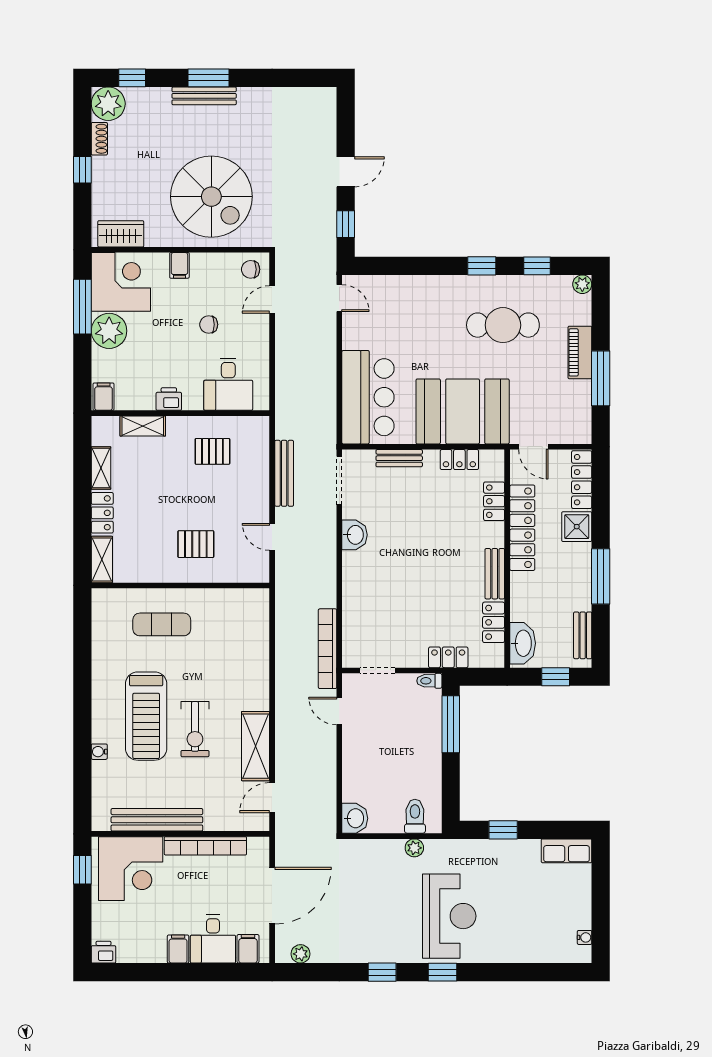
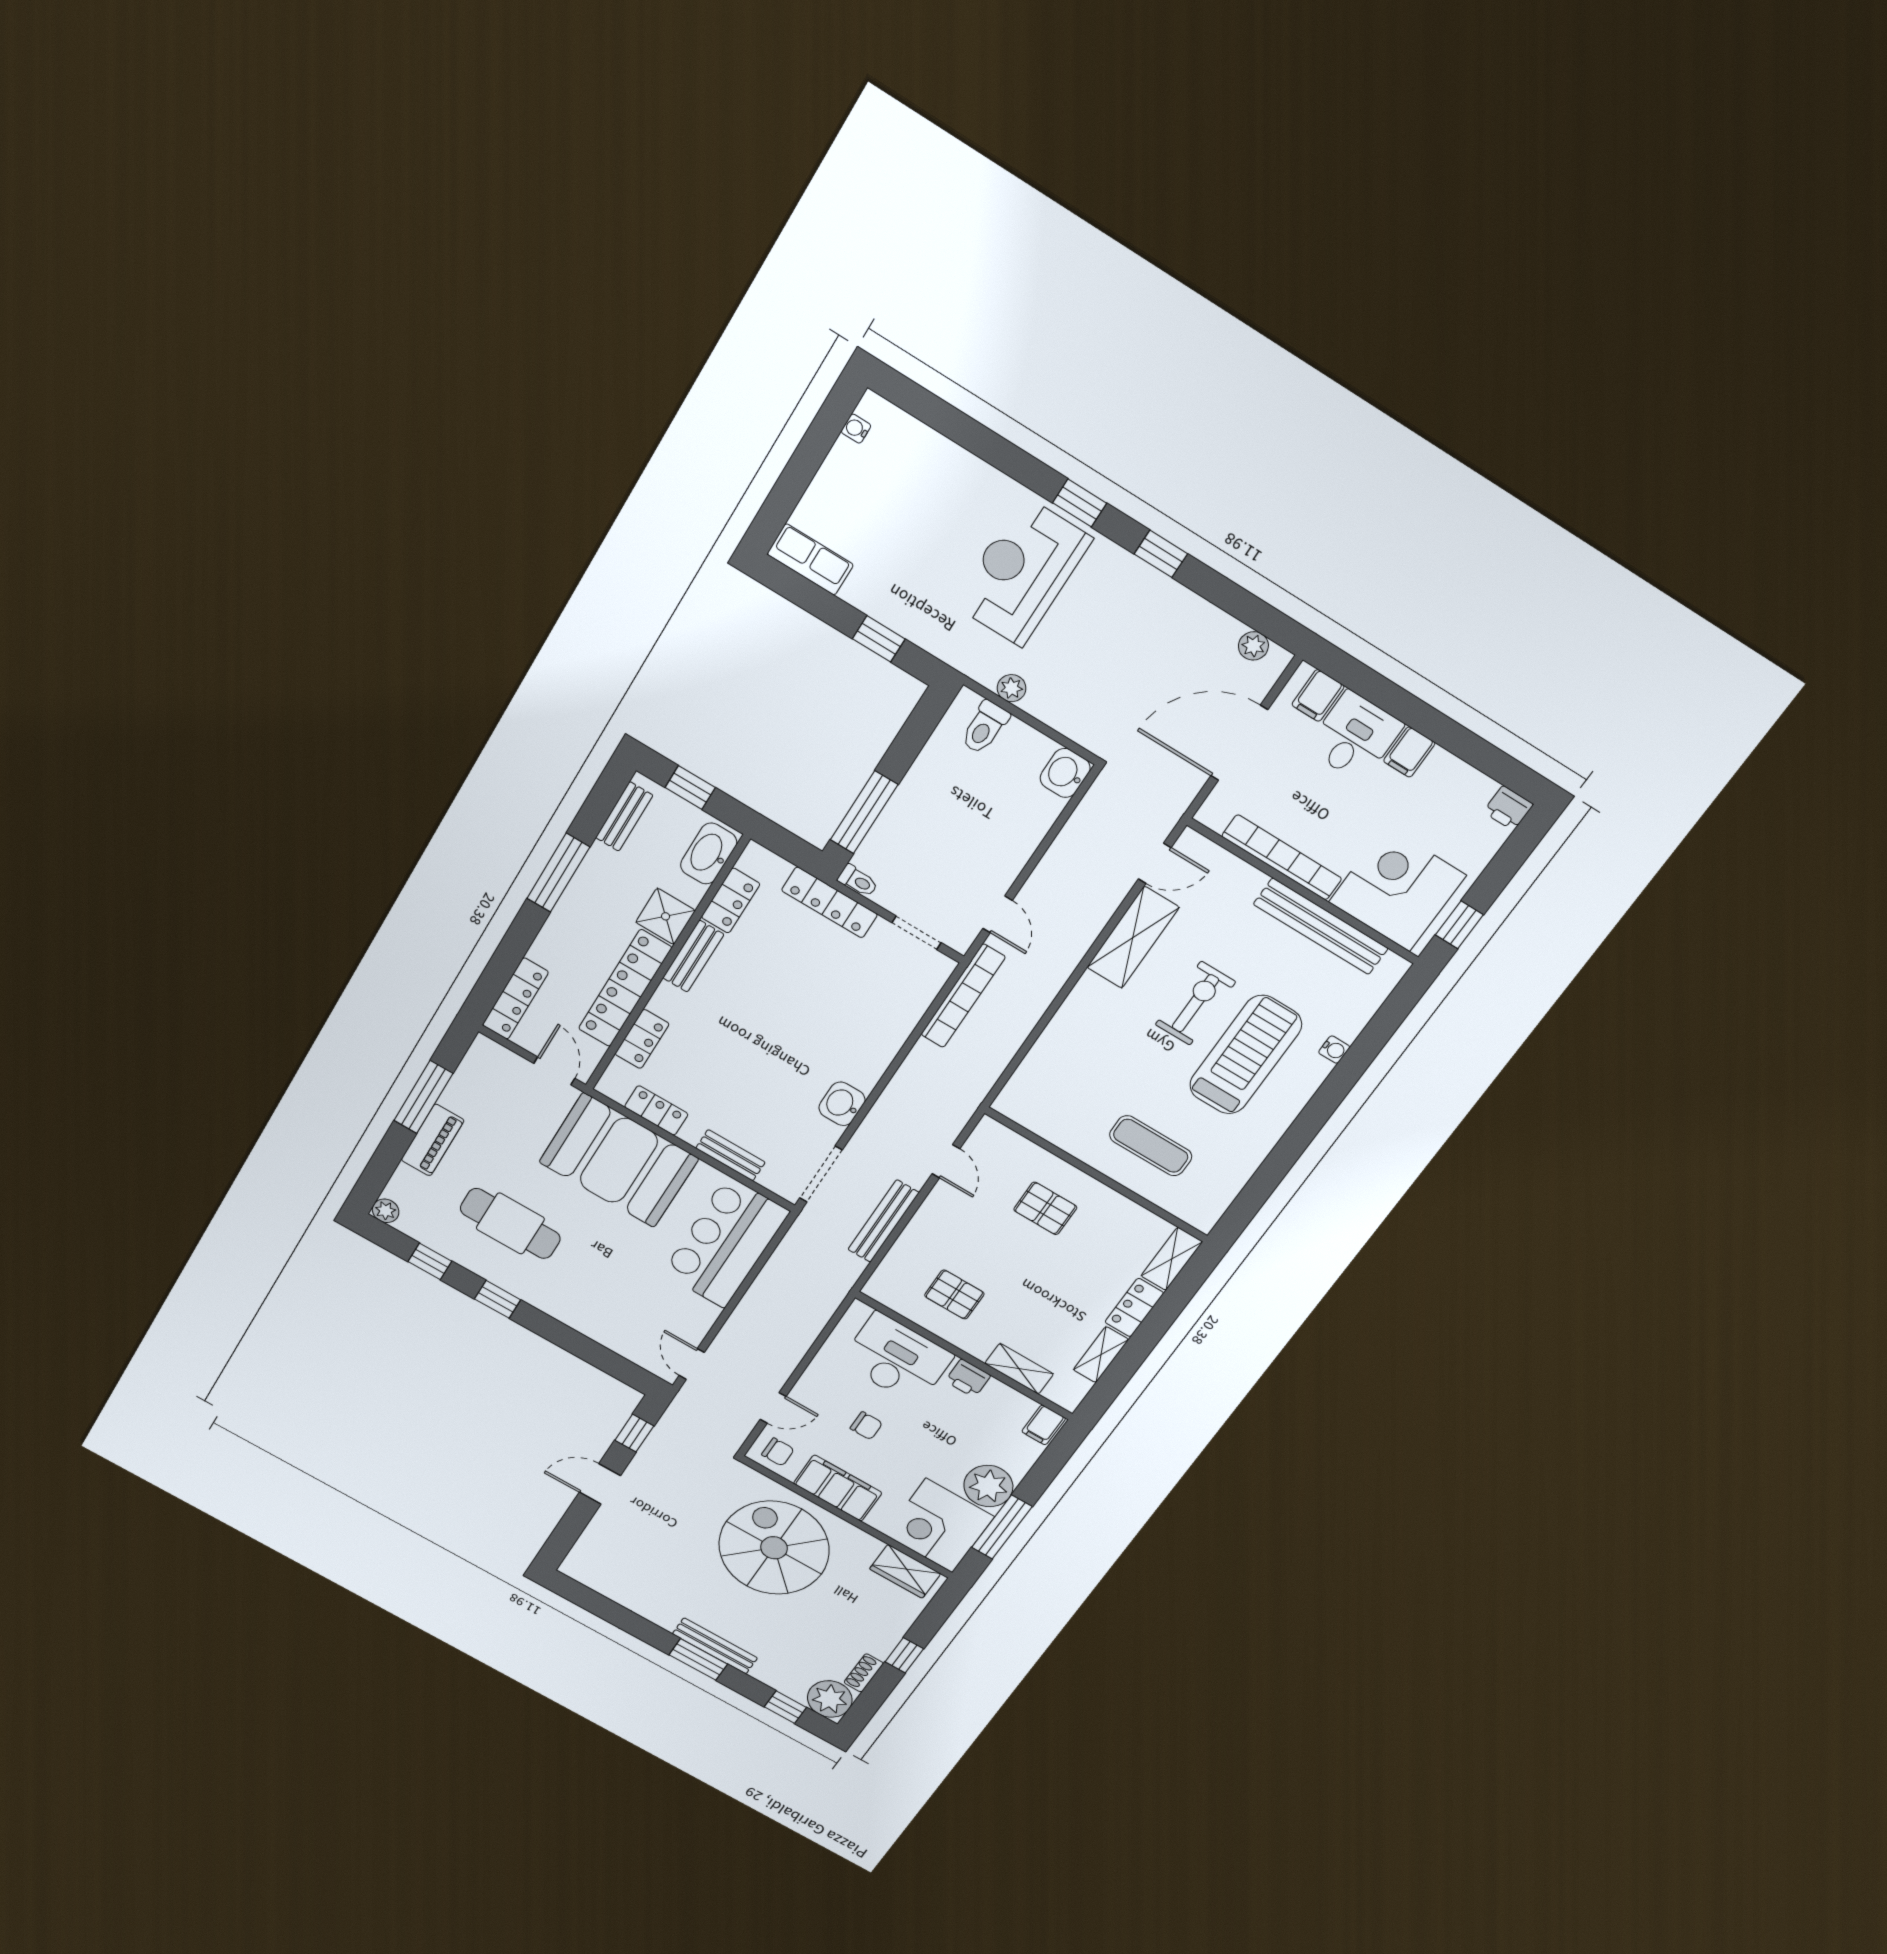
filing cabinet: (179, 265) -> (838, 1488), width x3.00, depth x1.17
desk: (228, 384) -> (897, 1359), width x1.37
shower: (577, 527) -> (665, 916), moved
locker: (448, 657) -> (829, 902), width x1.53

